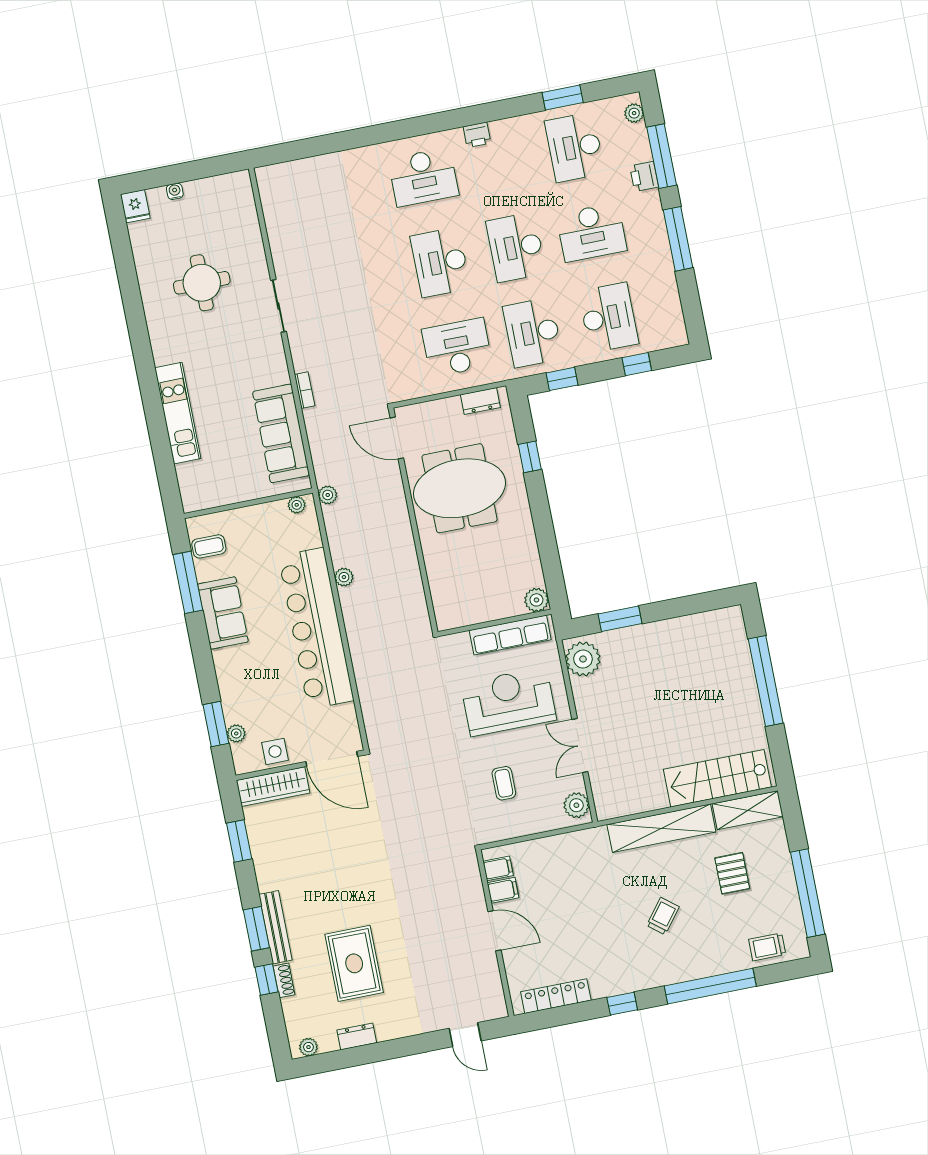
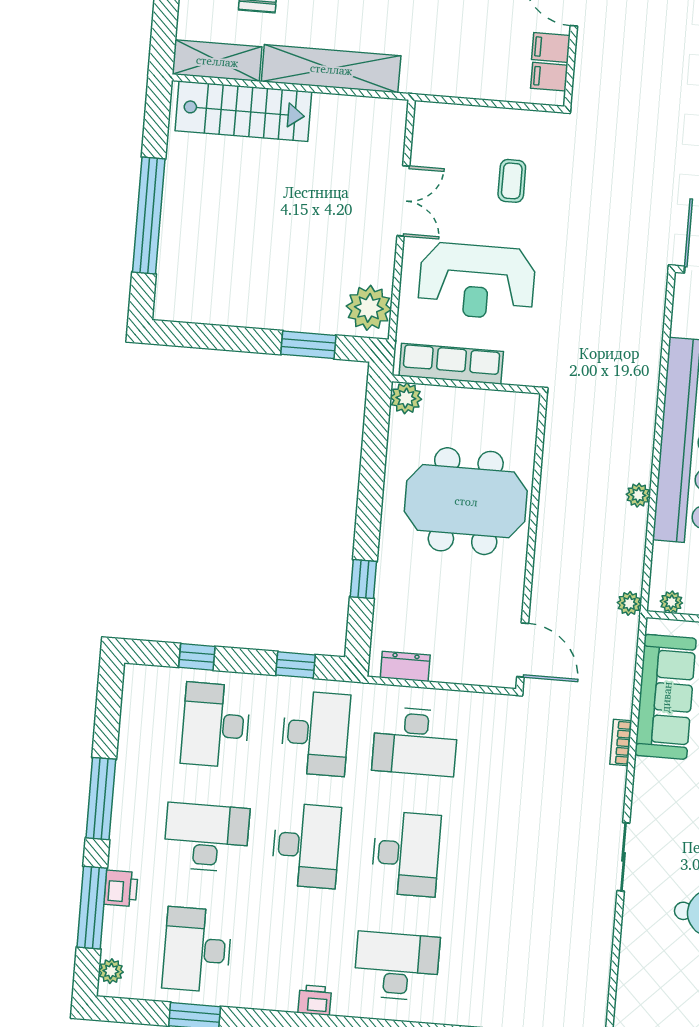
desk: (575, 147) -> (197, 950), turned 180
meeting table: (460, 488) -> (466, 501), moved
plant: (576, 805) -> (429, 128), removed

